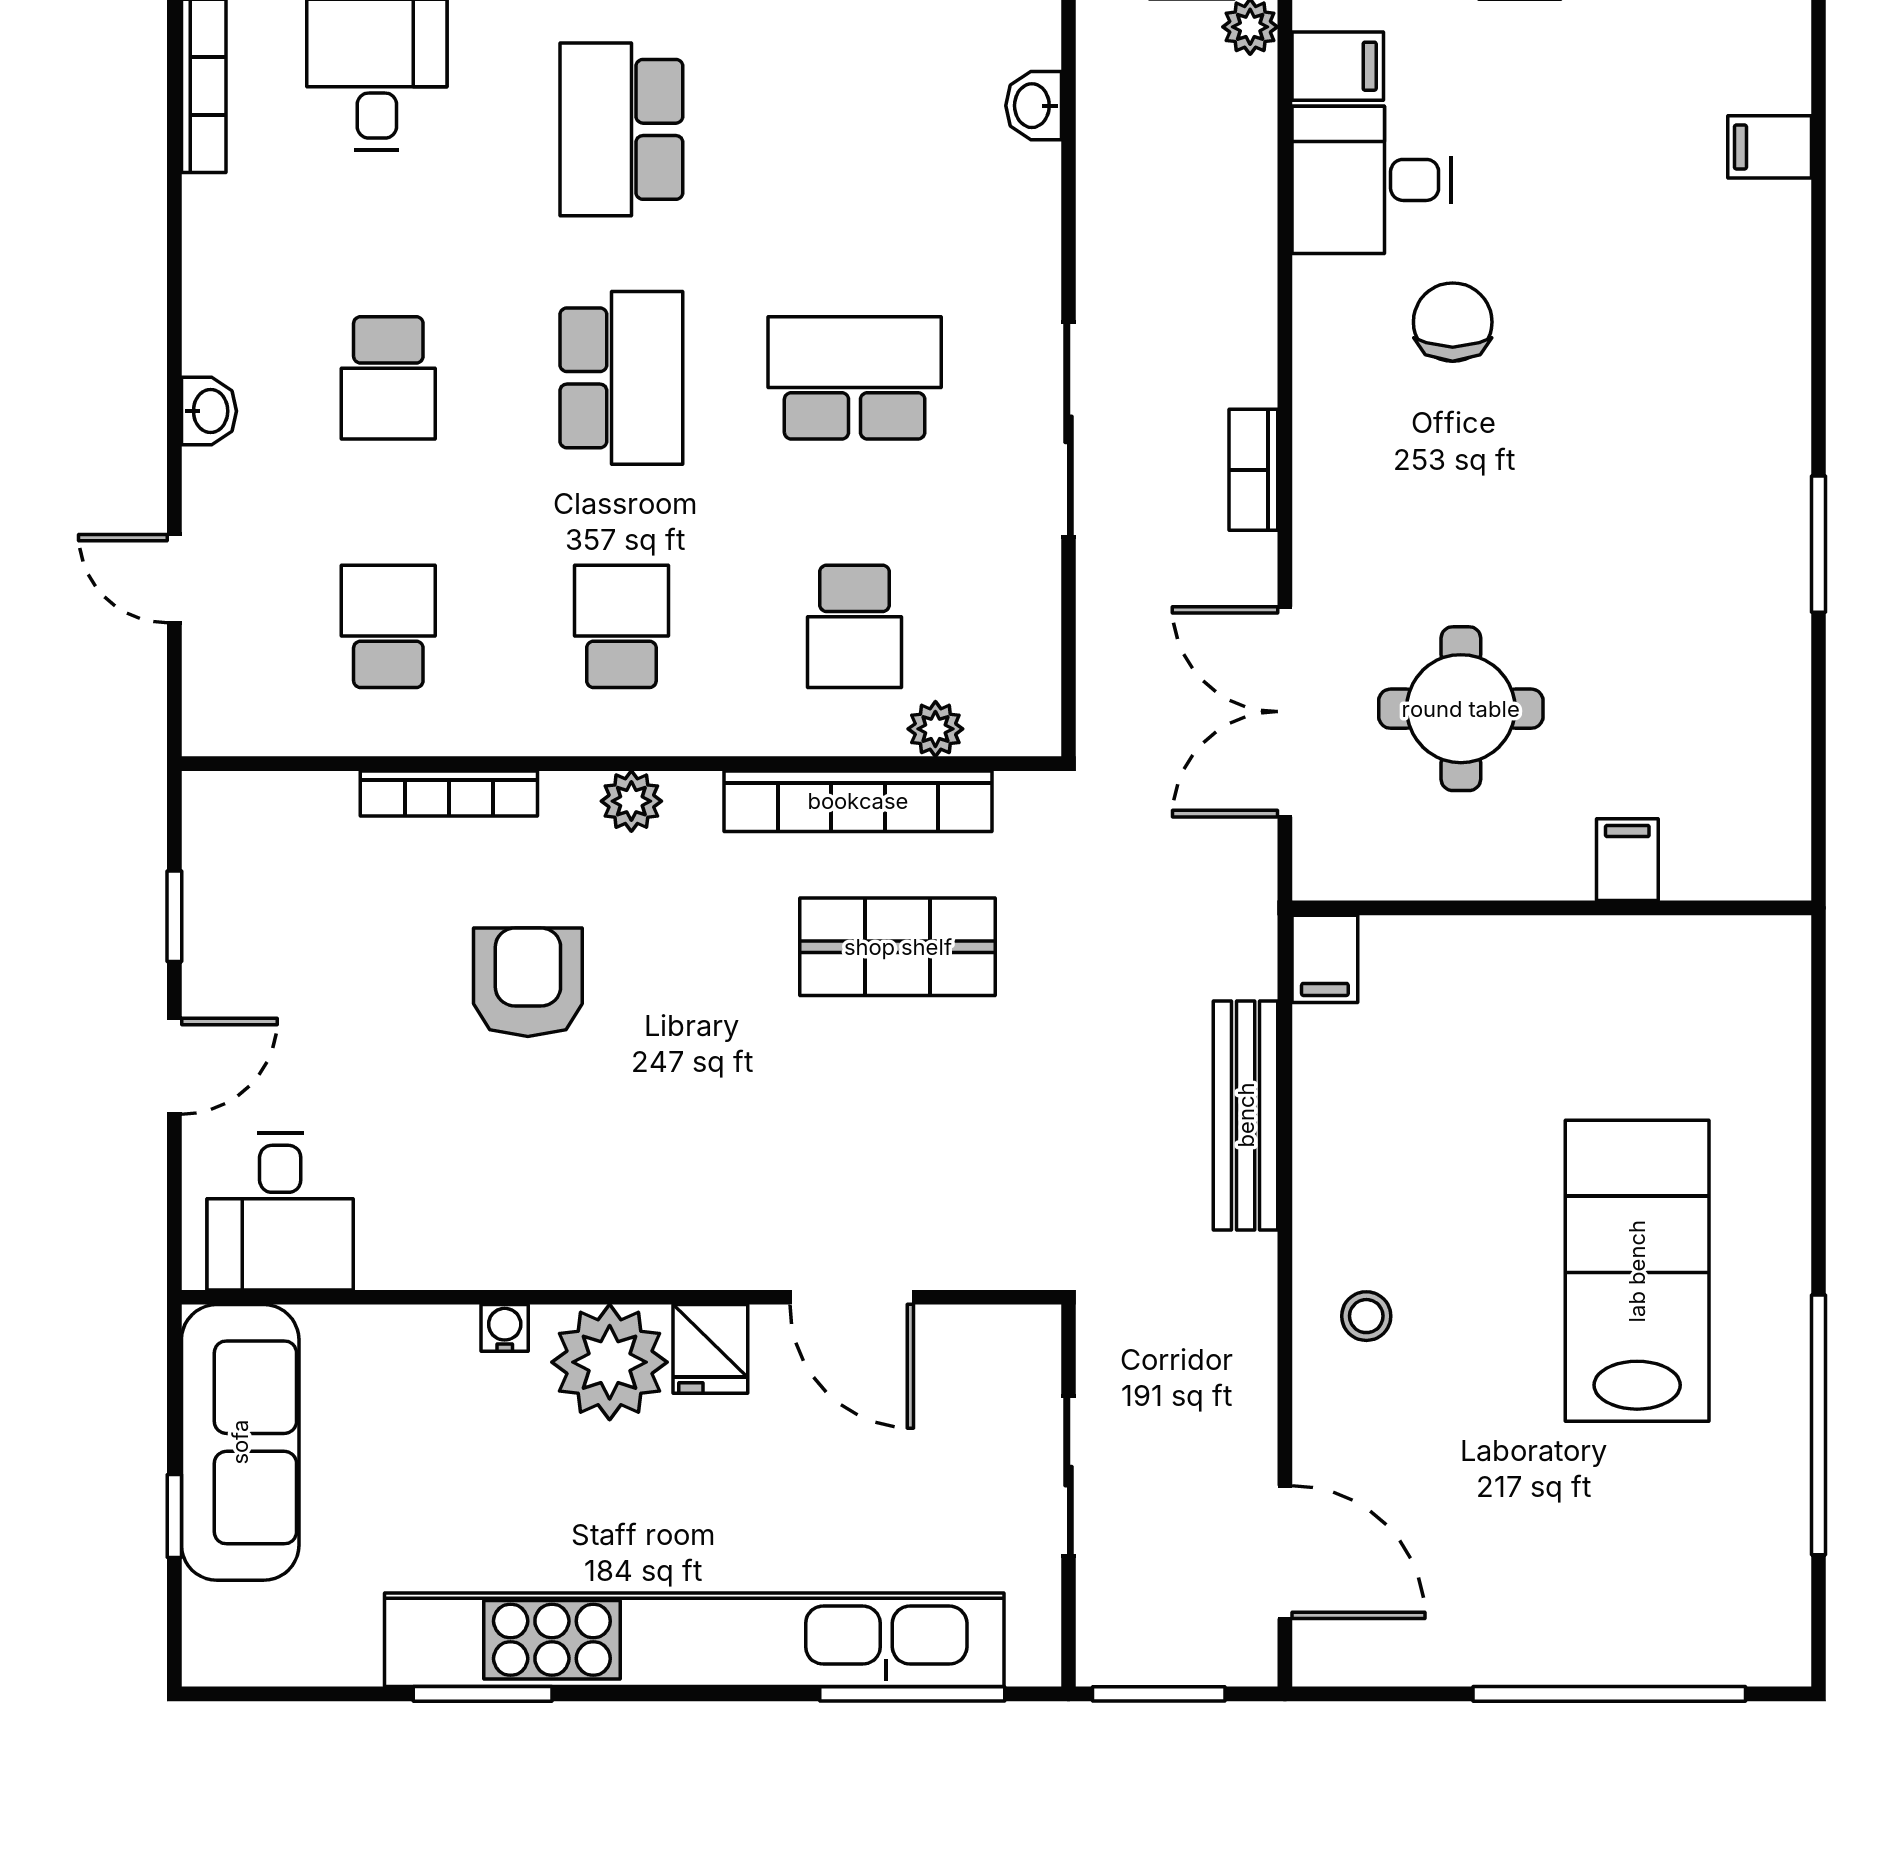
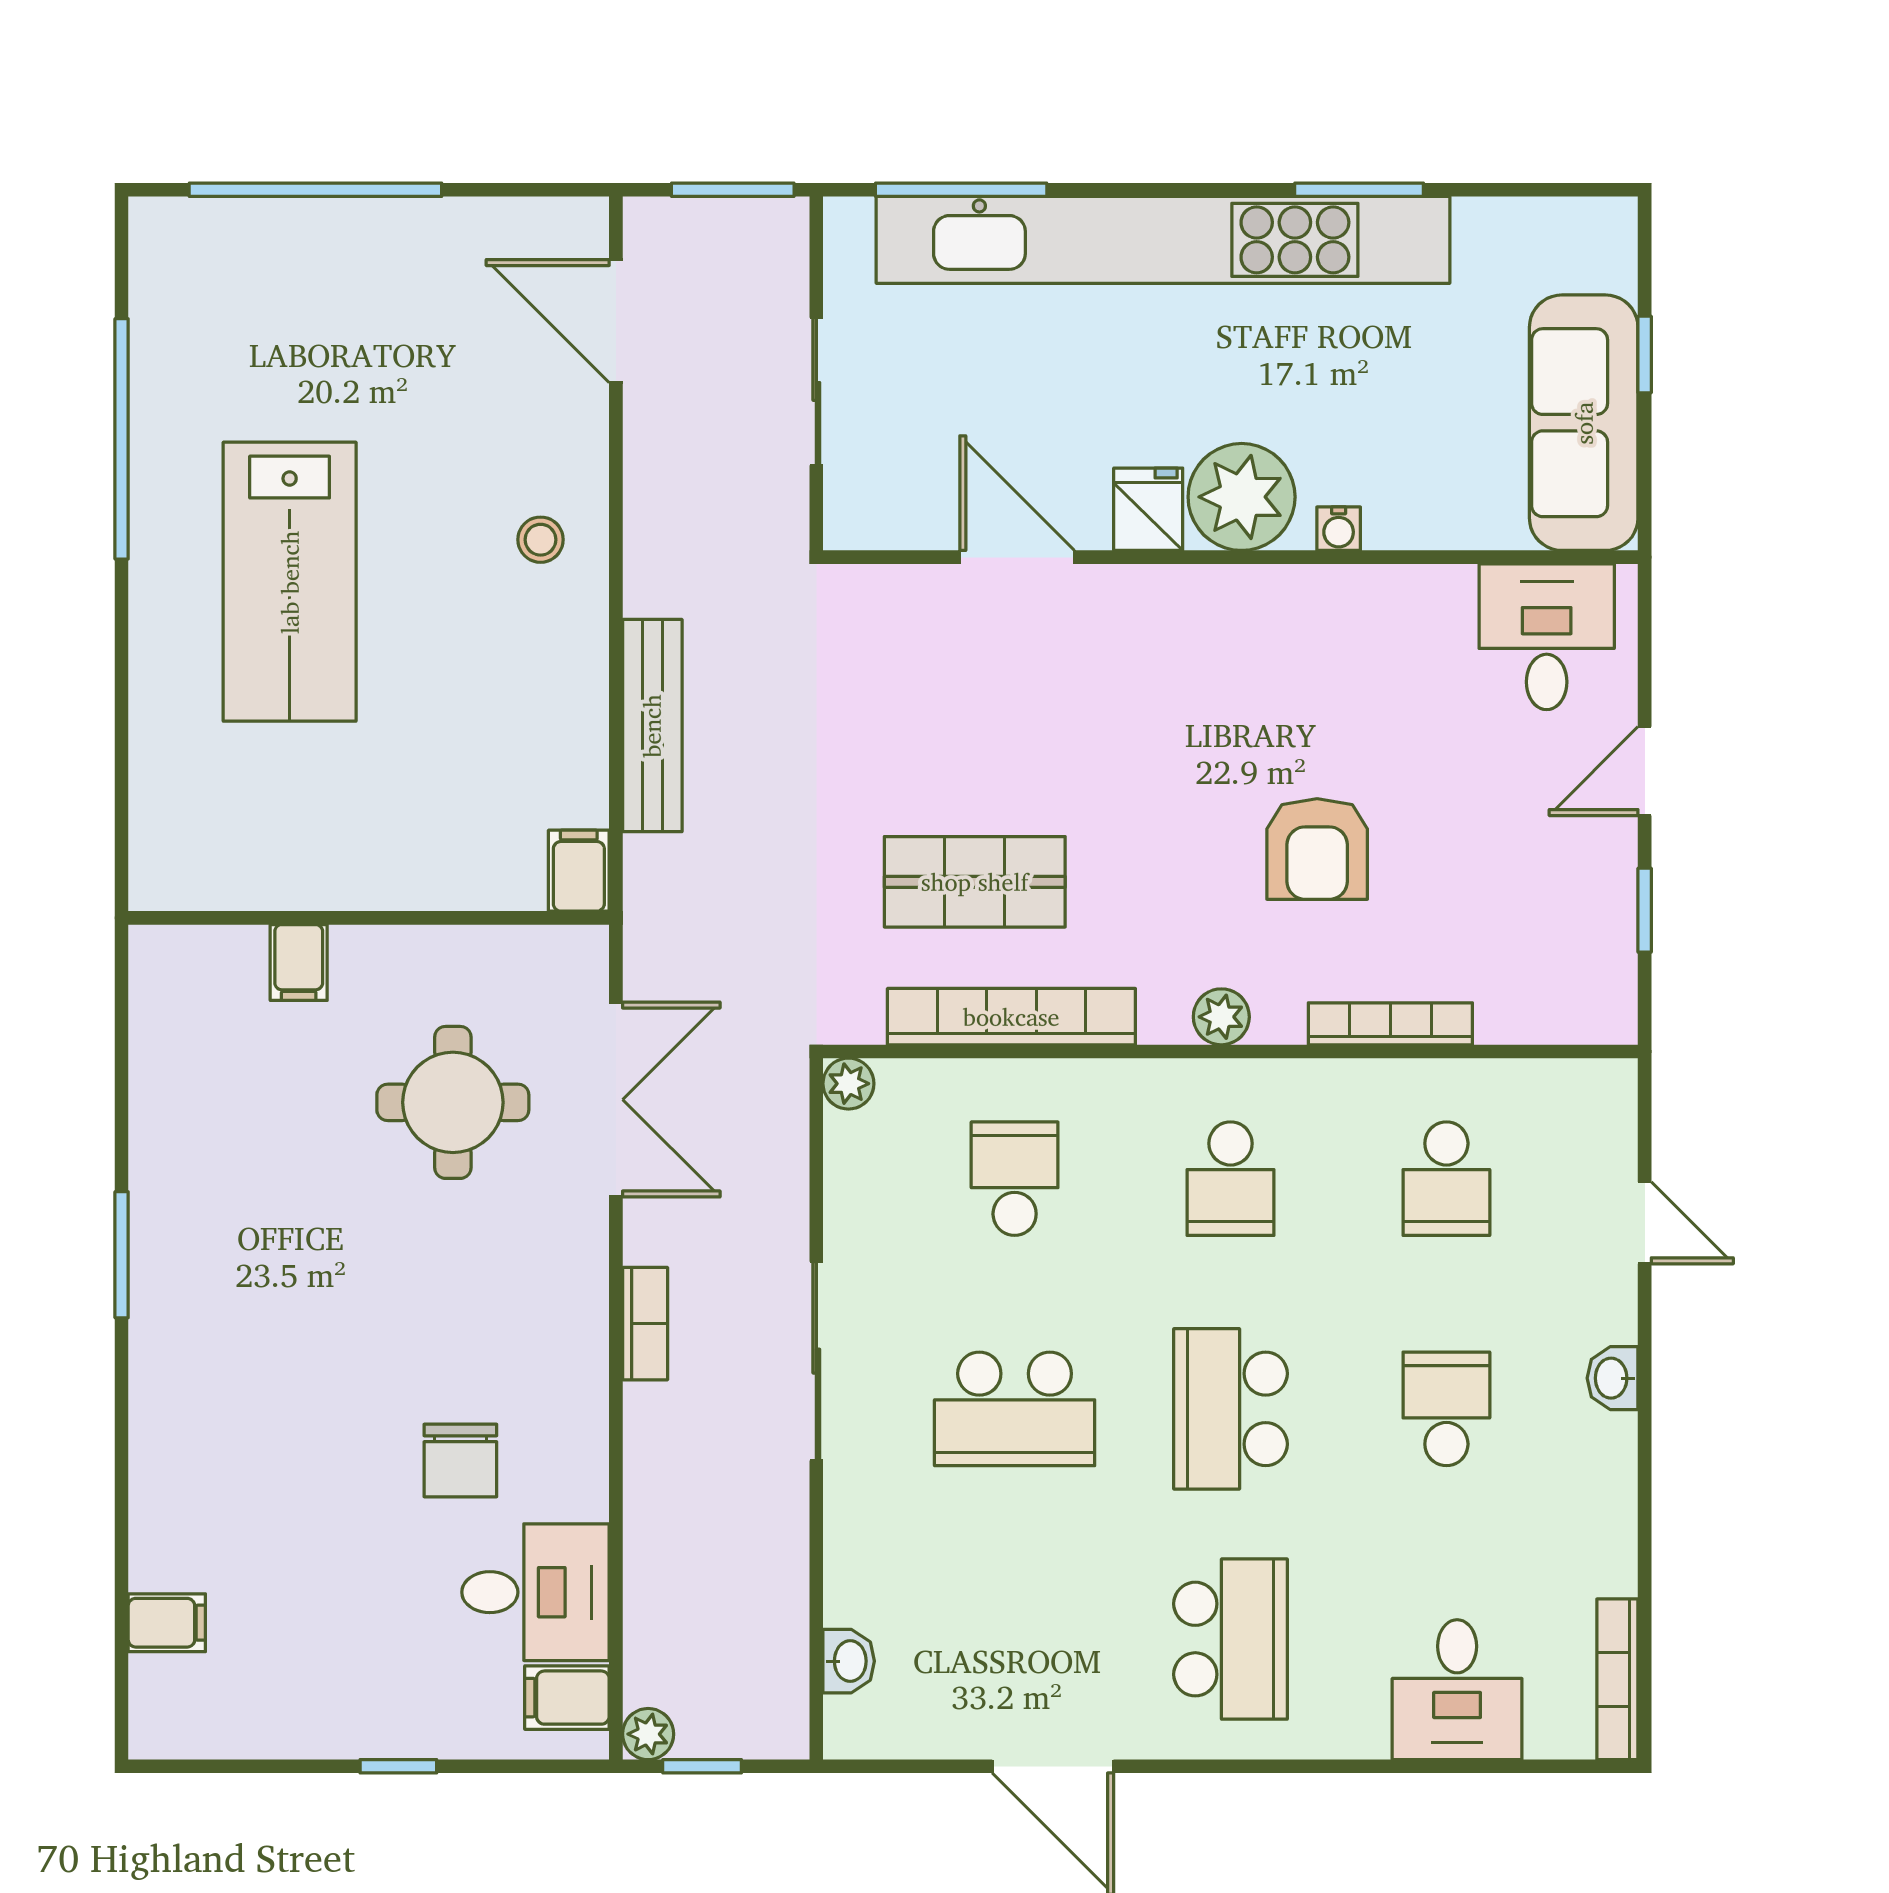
plant: (935, 729) -> (848, 1084), moved

